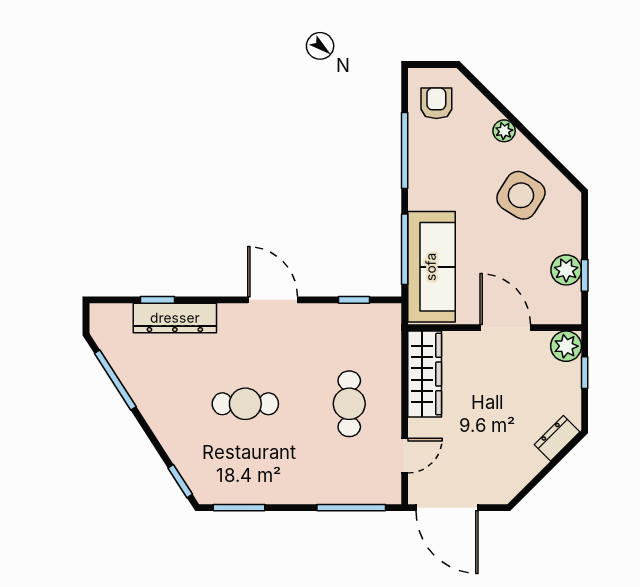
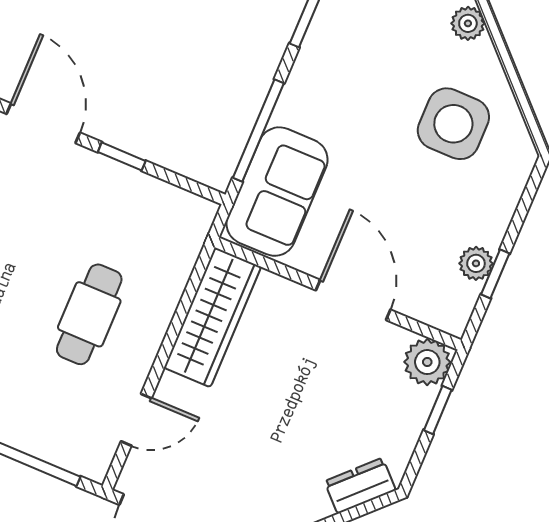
side table: (521, 195) -> (453, 124), turned -32
sofa: (431, 267) -> (277, 192), width x0.73
plant: (566, 270) -> (476, 263), width x0.73, depth x0.73
window: (354, 300) -> (122, 156), moved

